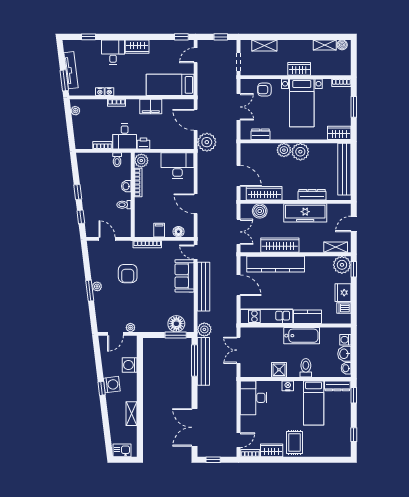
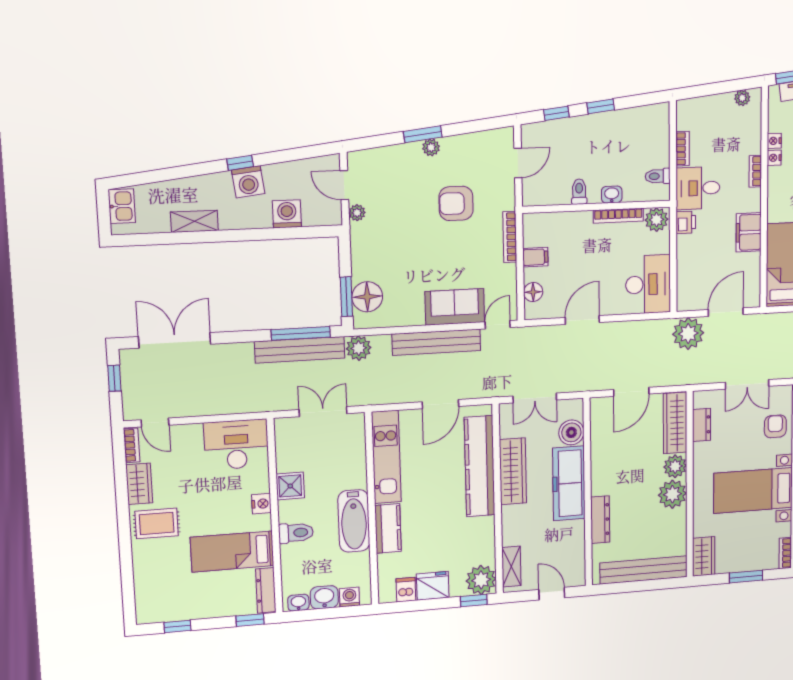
wardrobe: (264, 193) -> (675, 423), moved, turned 180
freezer: (305, 213) -> (569, 483), moved

